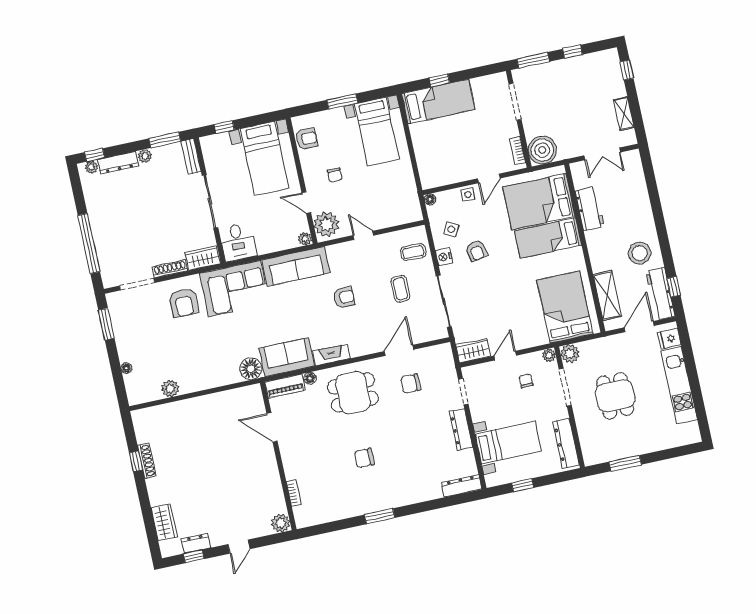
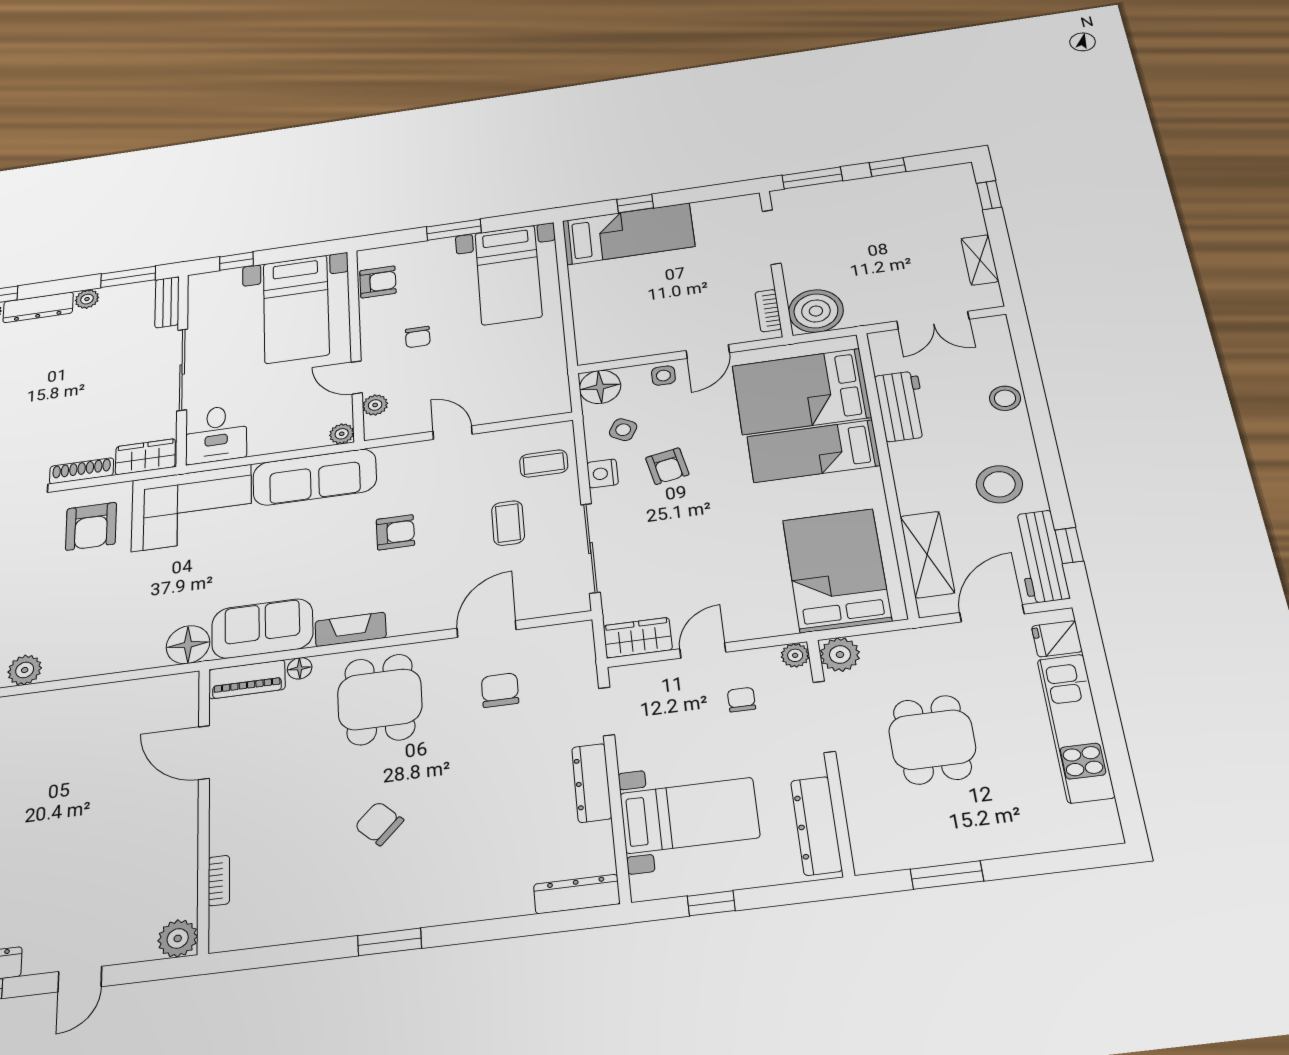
floor lamp: (430, 199) -> (600, 387), width x1.89, depth x1.89
stool: (640, 202) -> (1005, 398), added
plant: (326, 224) -> (375, 405), width x0.53, depth x0.53
chair: (411, 384) -> (500, 690), turned 90
dining table: (353, 393) -> (380, 699), turned 90
chair: (364, 458) -> (379, 823), turned 44

